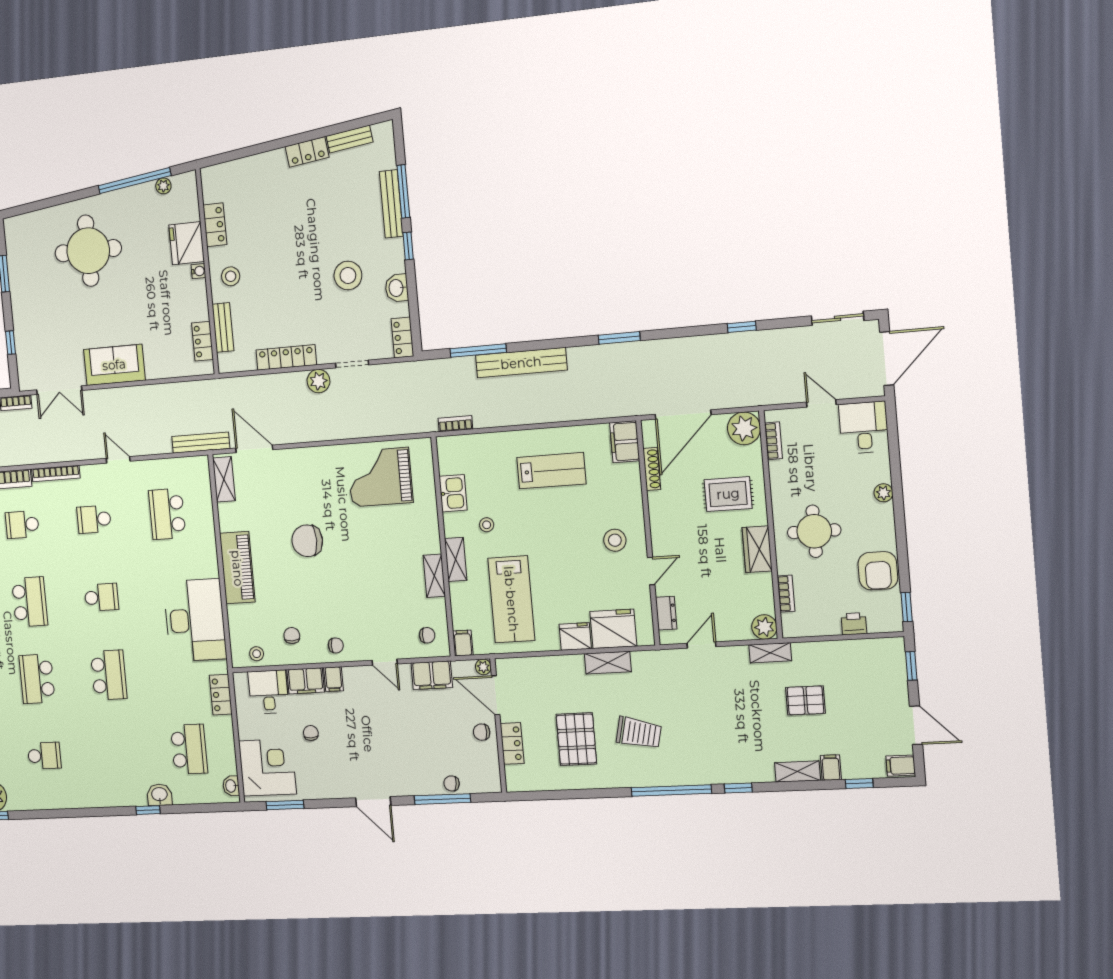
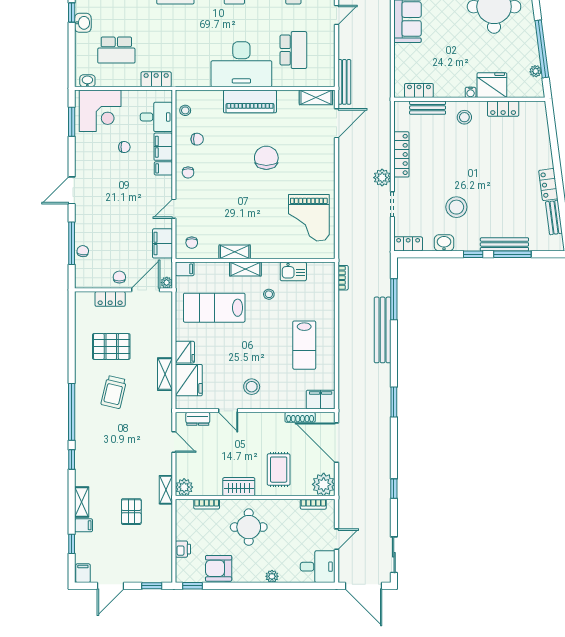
grand piano: (380, 477) -> (309, 218), turned 180
school desk: (167, 514) -> (293, 50), turned 90
desk: (195, 620) -> (241, 64), moved

